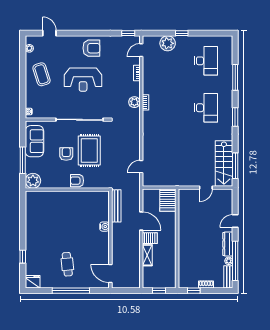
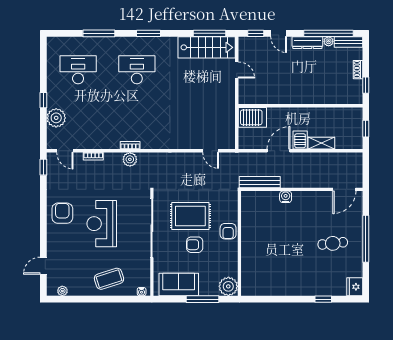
coffee table: (42, 74) -> (109, 279), moved
reception desk: (83, 80) -> (102, 224), turned 180
window: (235, 203) -> (256, 33), added

